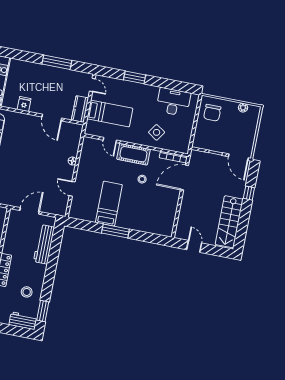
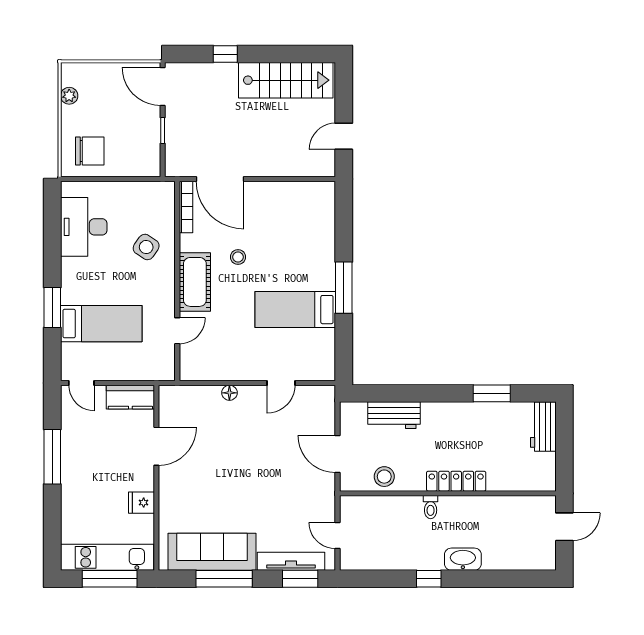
door: (92, 85) -> (81, 383), swing flipped
bed: (110, 114) -> (101, 324), moved, turned 90
door: (238, 157) -> (163, 86), swing flipped
workbench: (44, 244) -> (394, 415), width x0.73
stool: (27, 292) -> (384, 477), moved
window: (43, 311) -> (492, 393), moved

